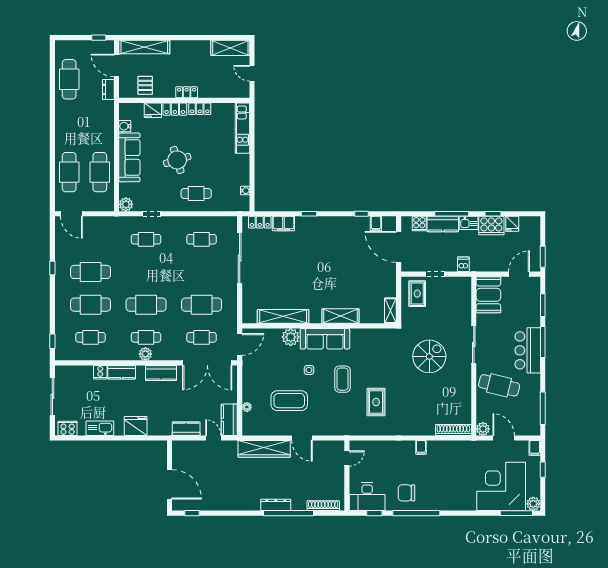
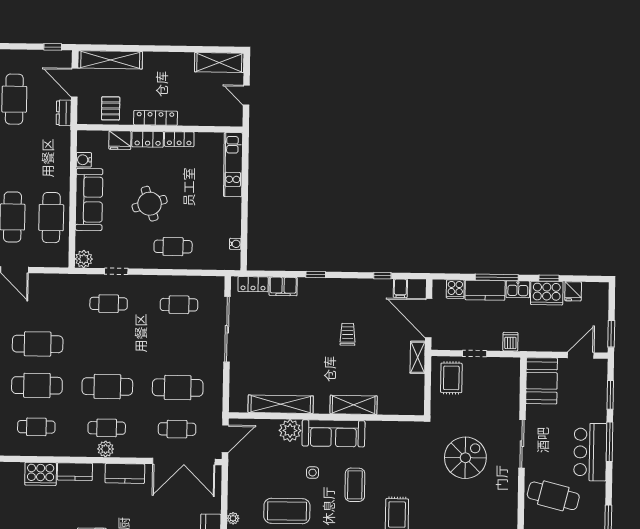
locker: (187, 92) -> (155, 118), width x1.53
trolley: (335, 261) -> (348, 334), added
shelving: (390, 311) -> (418, 357), moved
cooker: (100, 372) -> (41, 474), width x1.87, depth x1.31

